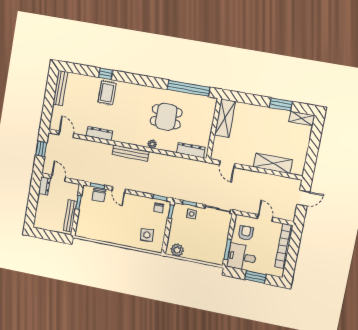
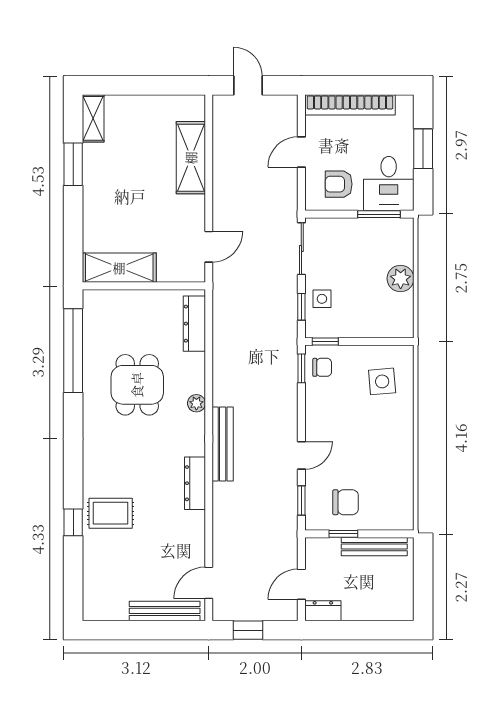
bench: (60, 88) -> (165, 611), moved
dresser: (99, 134) -> (195, 483), moved
chair: (99, 195) -> (346, 502), moved
plant: (177, 250) -> (401, 278), moved

